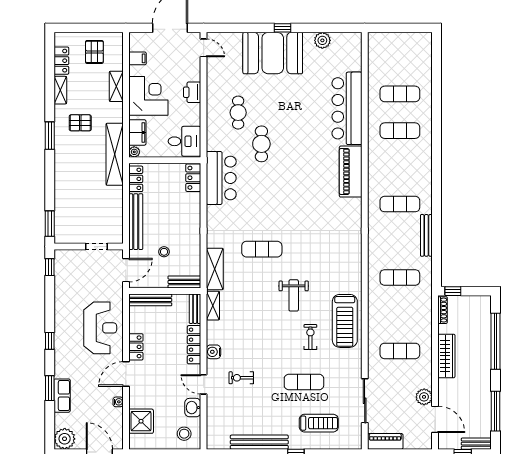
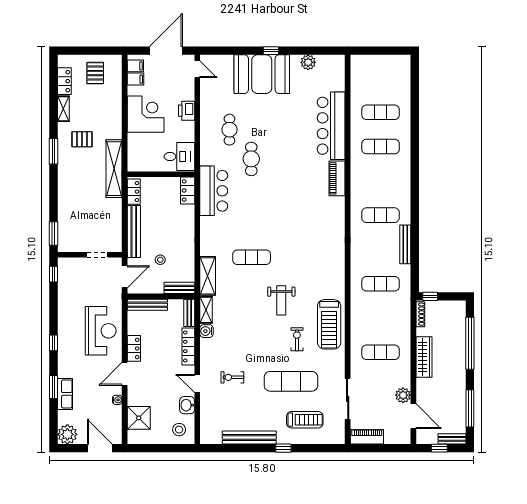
shelving: (116, 86) -> (116, 105), removed
filing cabinet: (137, 132) -> (135, 66), moved, width x0.50
plant: (134, 152) -> (132, 166), removed
piano: (351, 172) -> (337, 178), width x0.73, depth x0.75
water cooler: (213, 352) -> (206, 331), moved
exercise mat: (304, 382) -> (291, 381), width x1.36, depth x1.45

